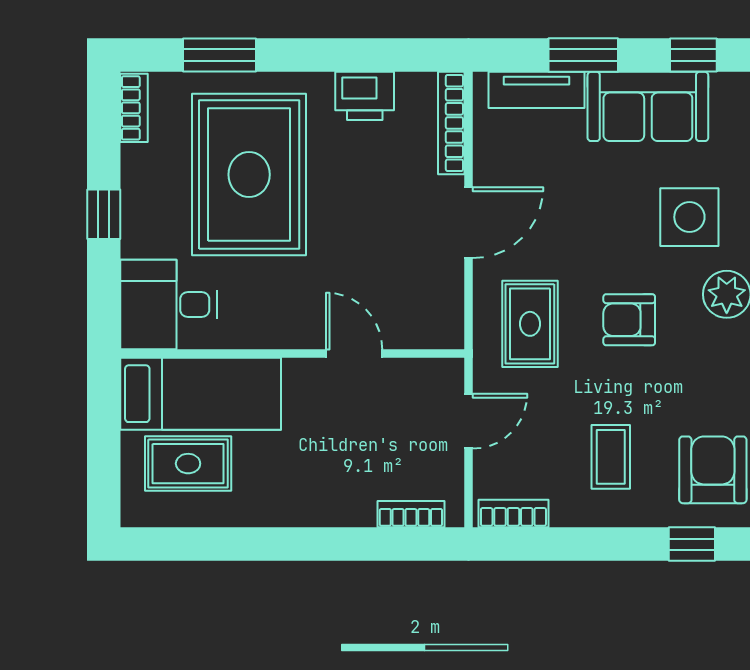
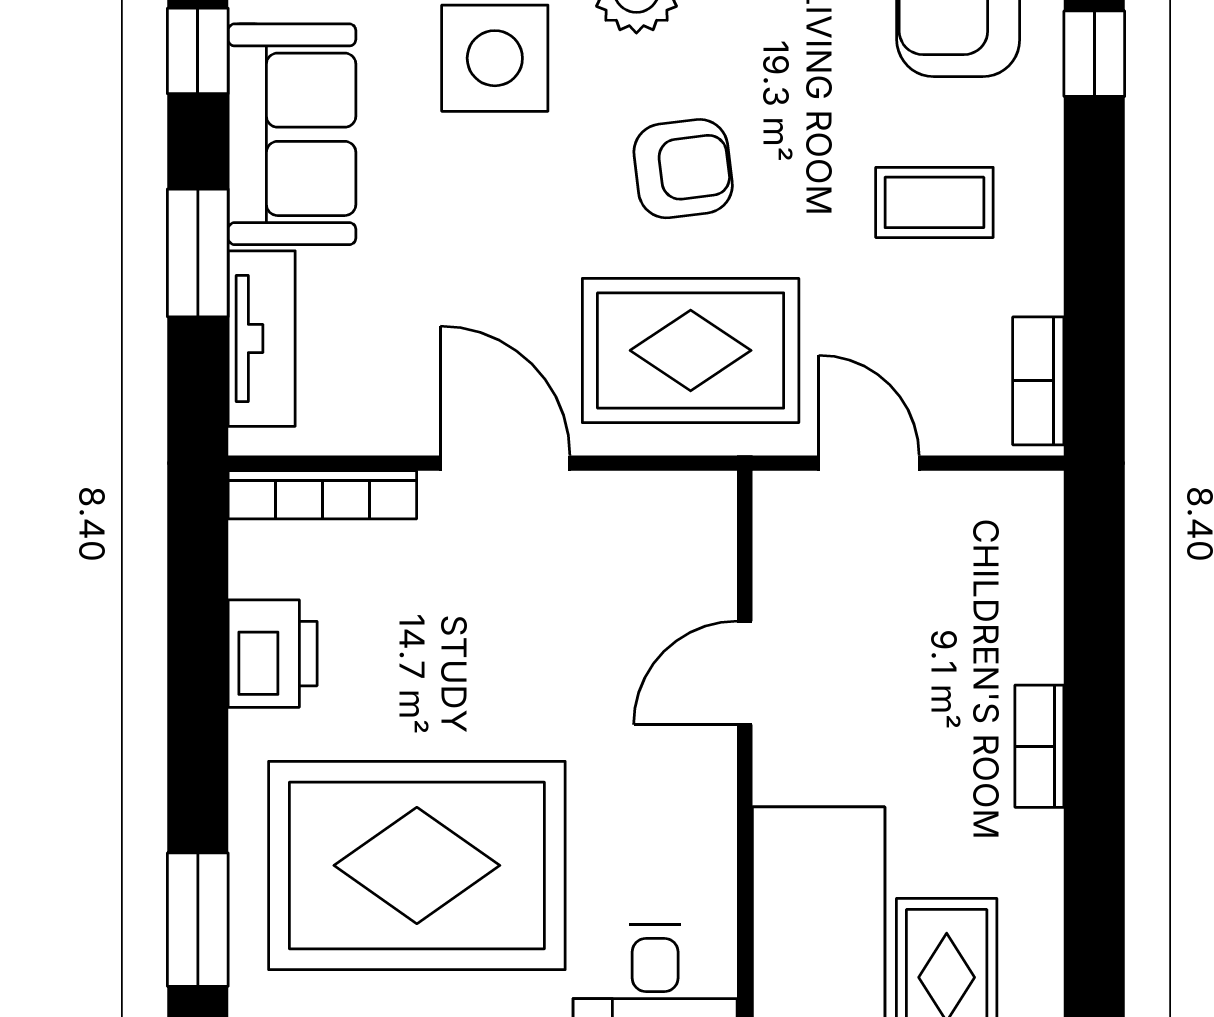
armchair: (629, 320) -> (683, 169), turned -97
rug: (530, 324) -> (691, 350), width x1.36, depth x1.43
bookcase: (411, 514) -> (1039, 746), moved

